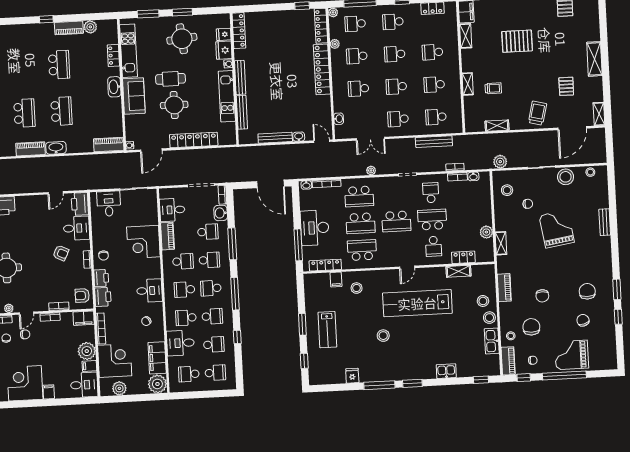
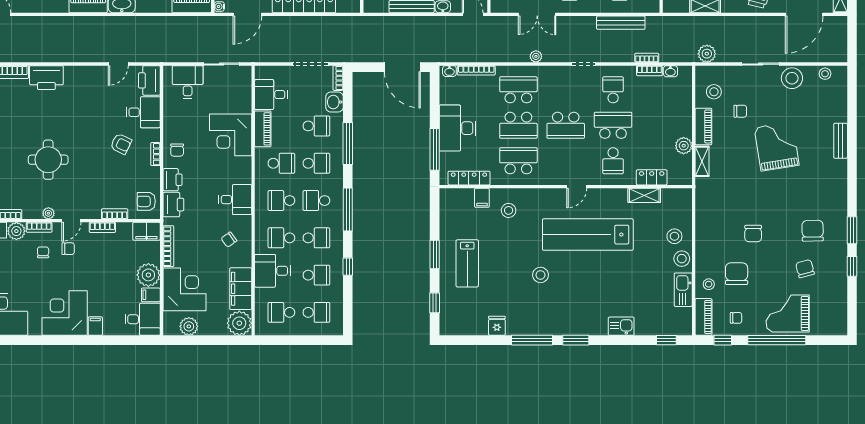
school desk: (359, 196) -> (518, 90), turned 180
piano: (504, 288) -> (703, 127), moved

